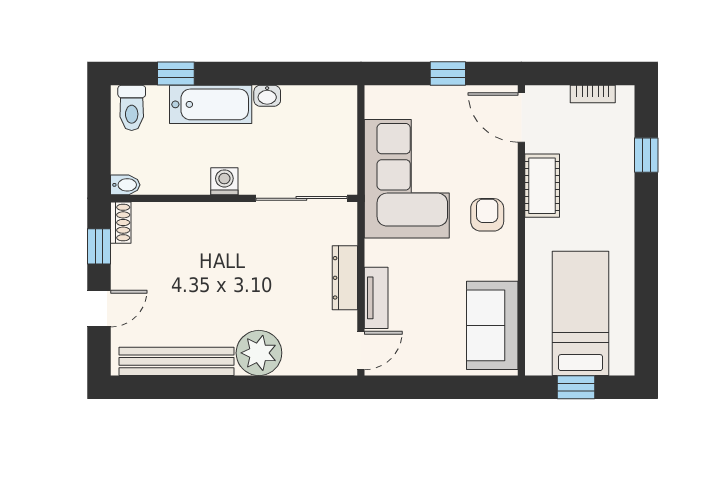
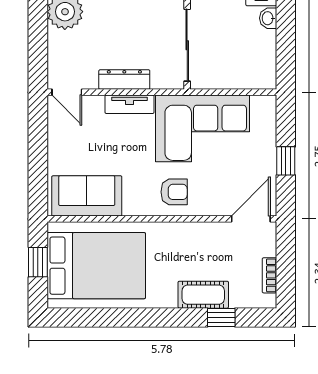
cot: (542, 186) -> (203, 295), moved
tv unit: (376, 298) -> (129, 104), moved
bed: (581, 313) -> (96, 266), width x1.50

